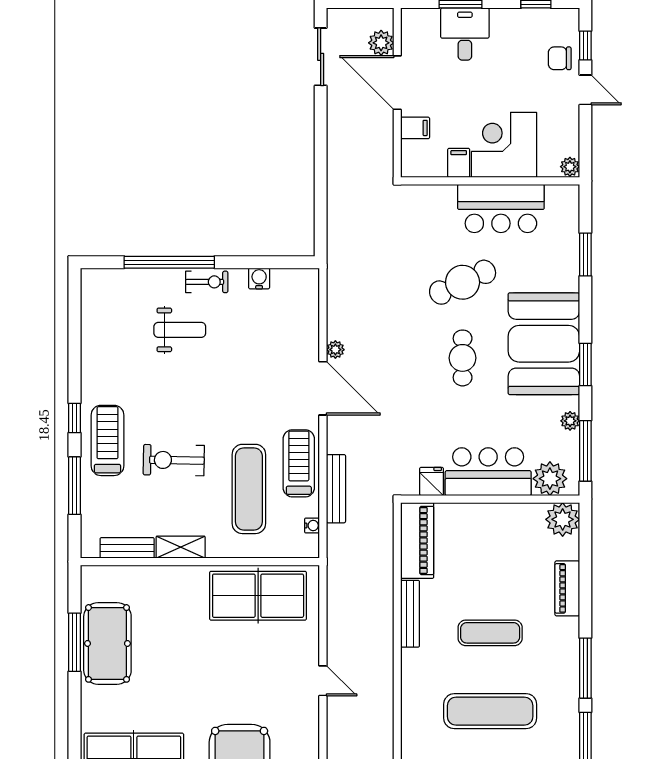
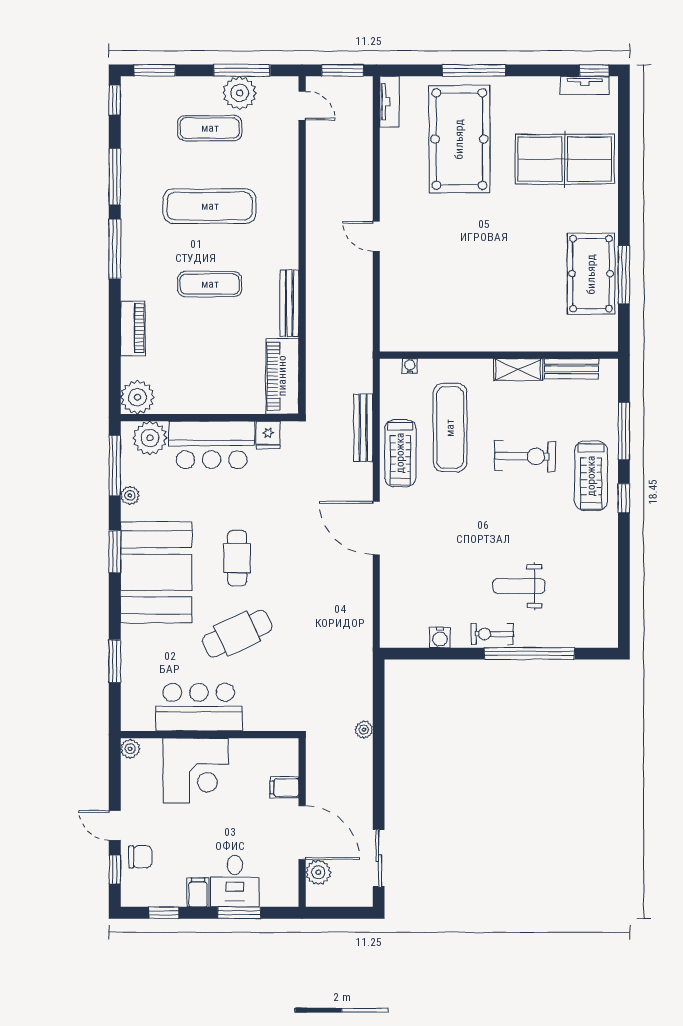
filing cabinet: (459, 163) -> (198, 892), moved, turned 180
plant: (335, 350) -> (364, 730), moved
water cooler: (312, 526) -> (410, 366), moved, turned 90
table tennis table: (258, 596) -> (441, 321), removed

